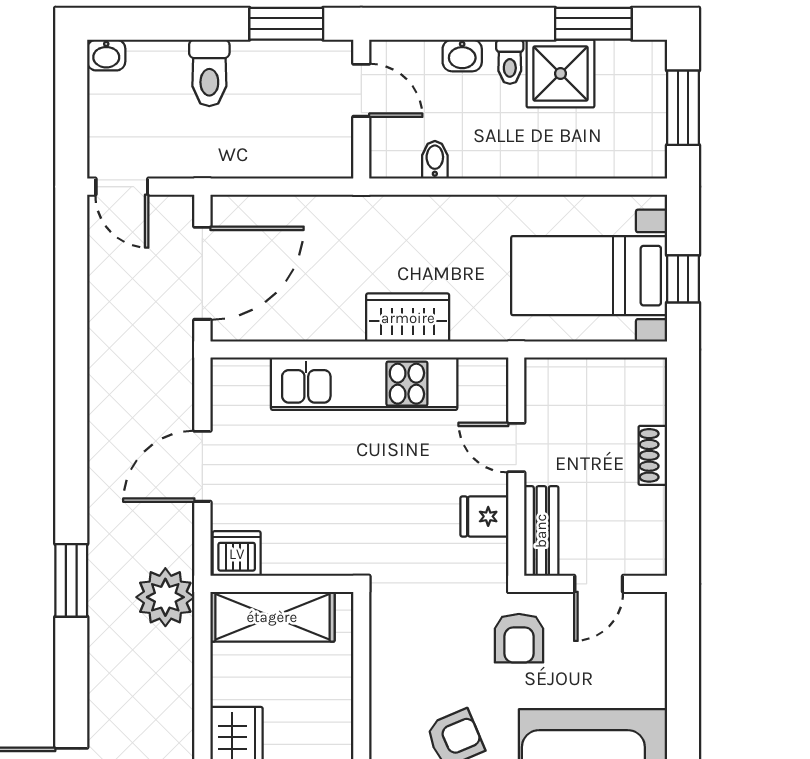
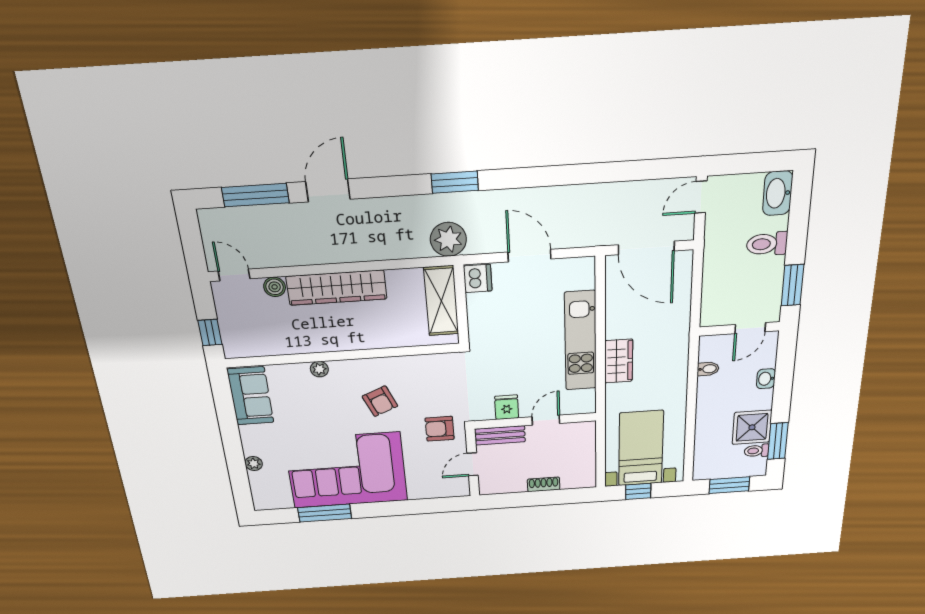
washbasin: (106, 55) -> (778, 193), width x1.91, depth x1.45
toilet: (510, 62) -> (756, 451), moved
door: (599, 584) -> (473, 464), hinge flipped

